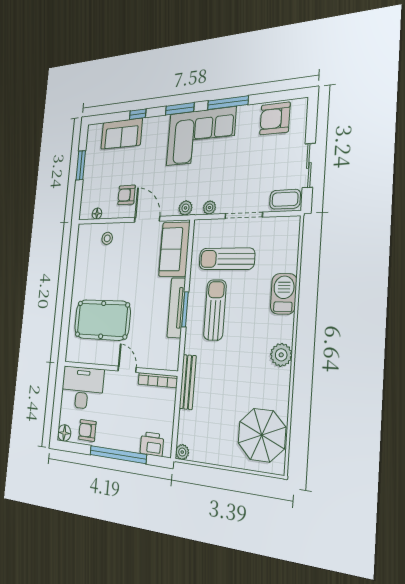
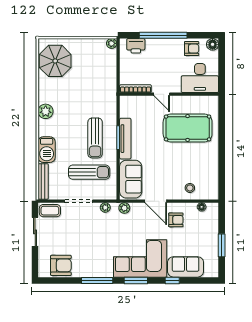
corner sofa: (201, 136) -> (140, 258), moved
bench: (188, 382) -> (43, 181), moved

